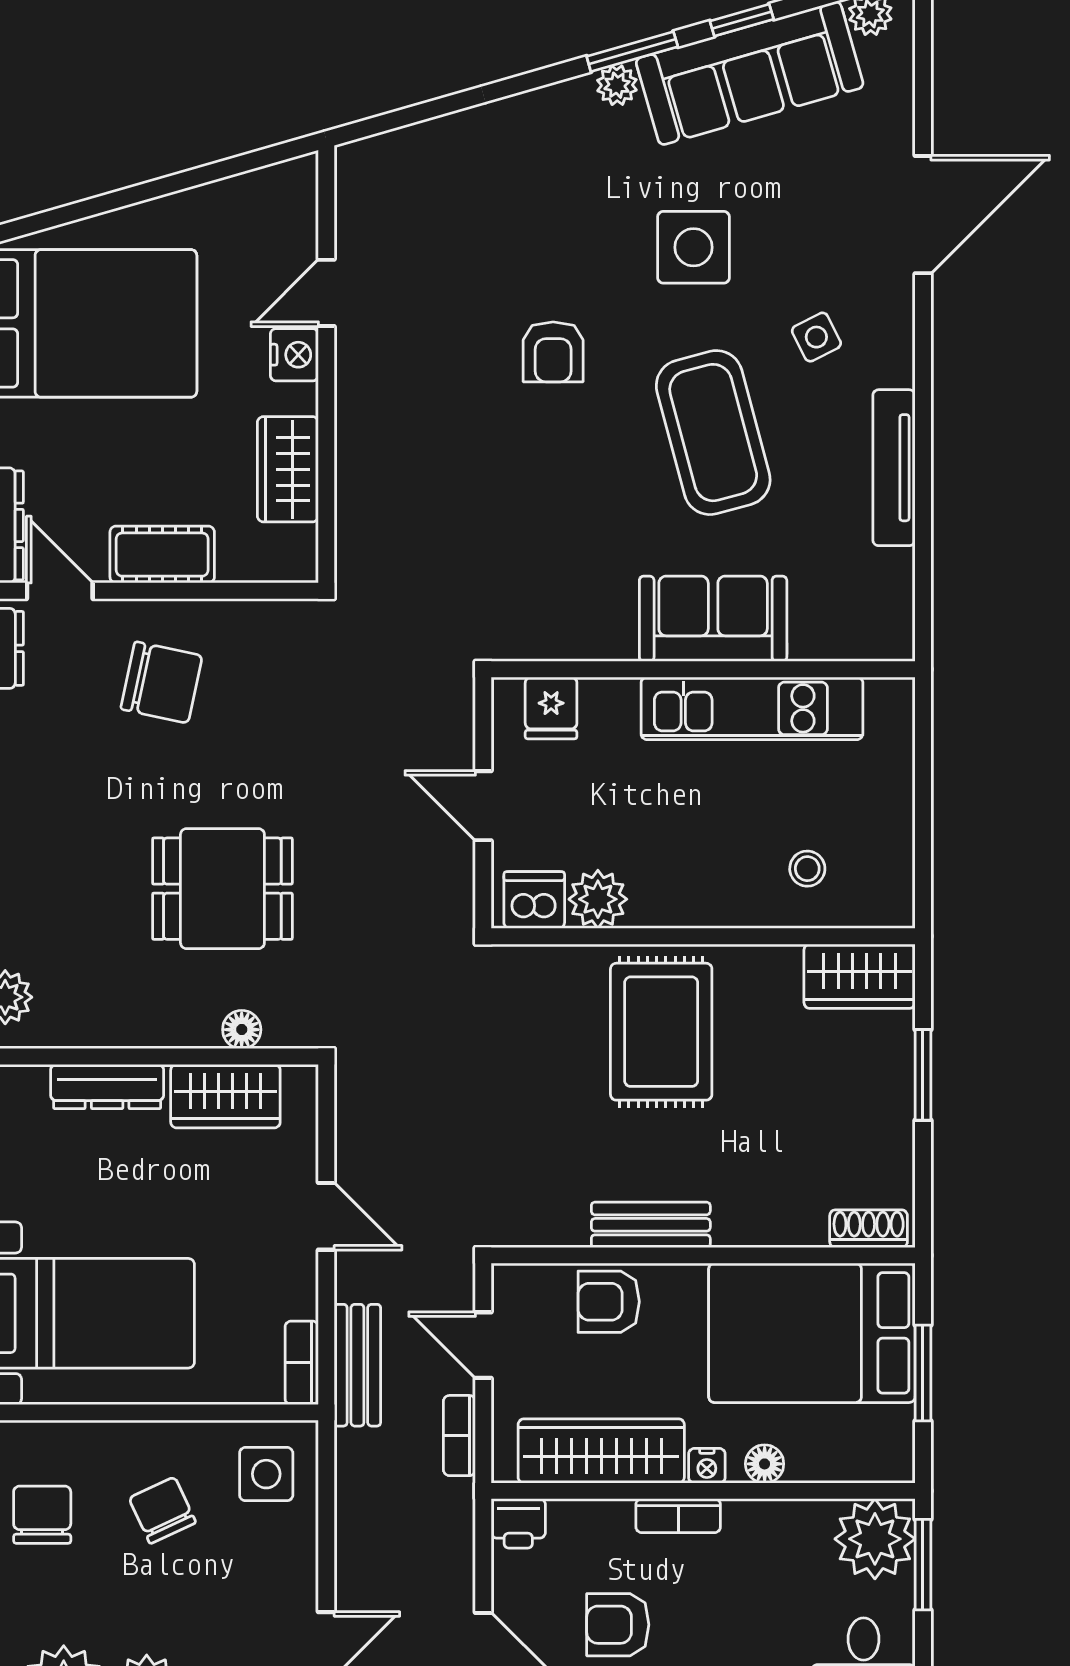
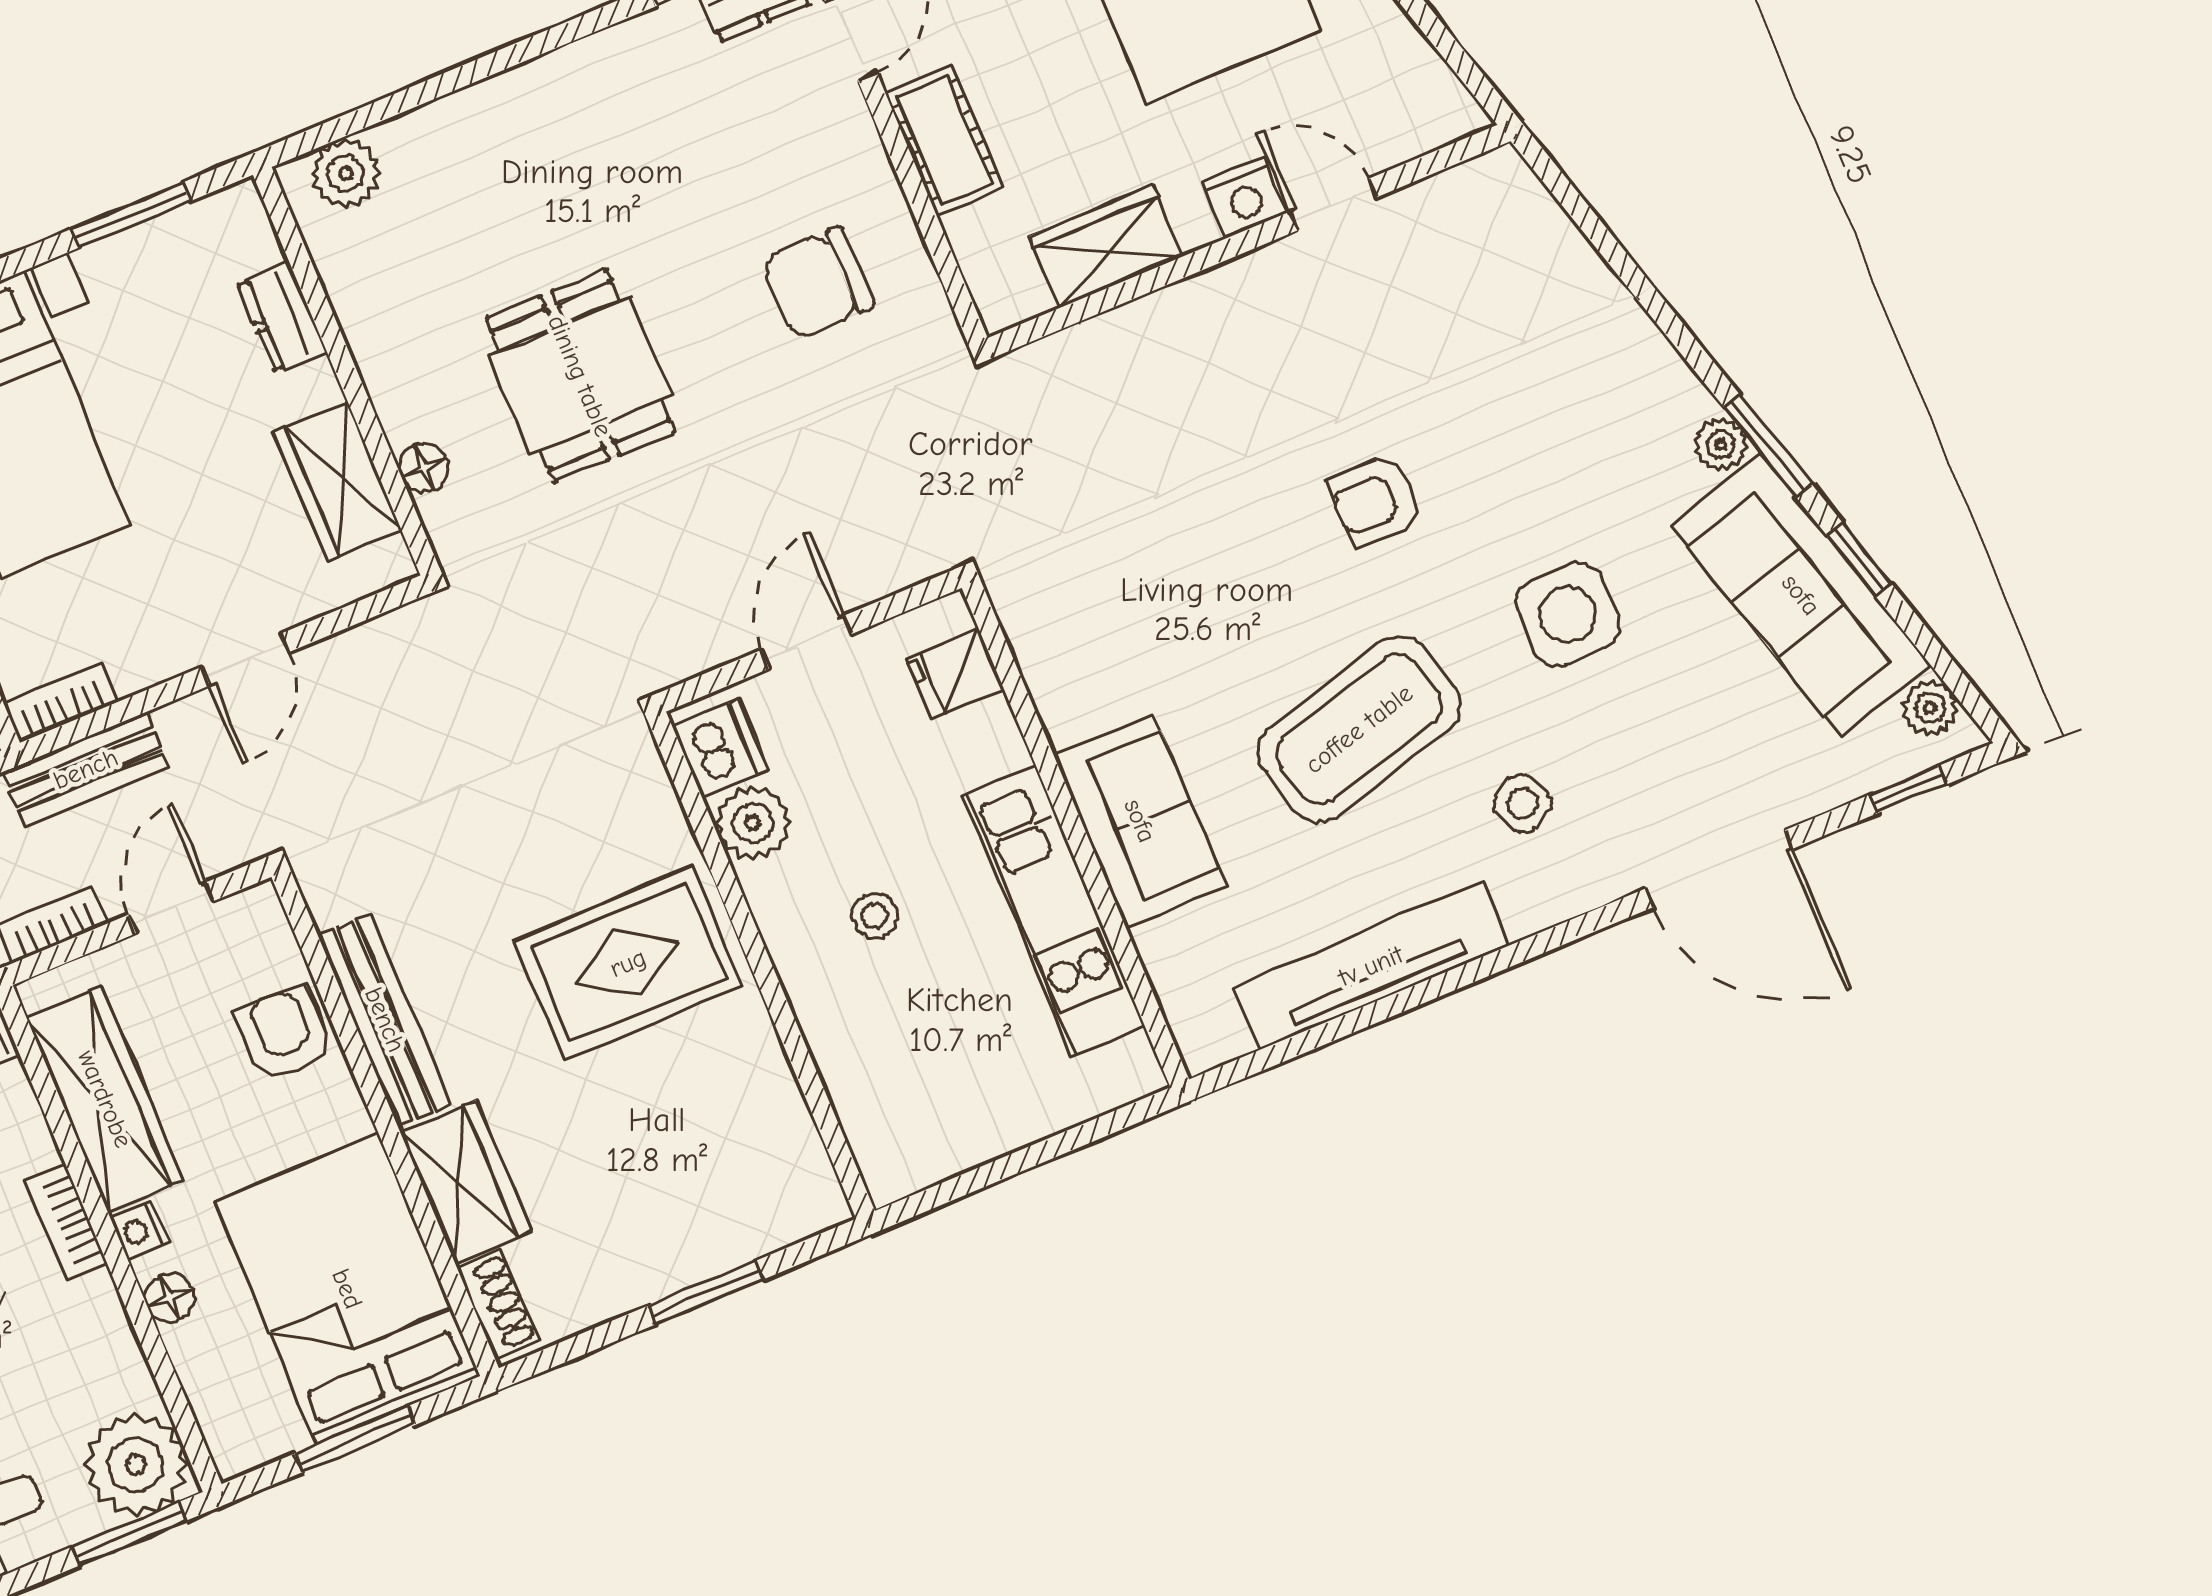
window: (923, 54) -> (1909, 789), added
tv unit: (894, 468) -> (1371, 966), width x1.36, depth x1.29
chair: (161, 682) -> (817, 283), moved, turned 78
stool: (807, 869) -> (875, 916), moved
wardrobe: (860, 976) -> (465, 1182), moved, turned 180
dresser: (107, 1087) -> (282, 317), width x0.70
bench: (651, 1225) -> (385, 1020), width x1.36

